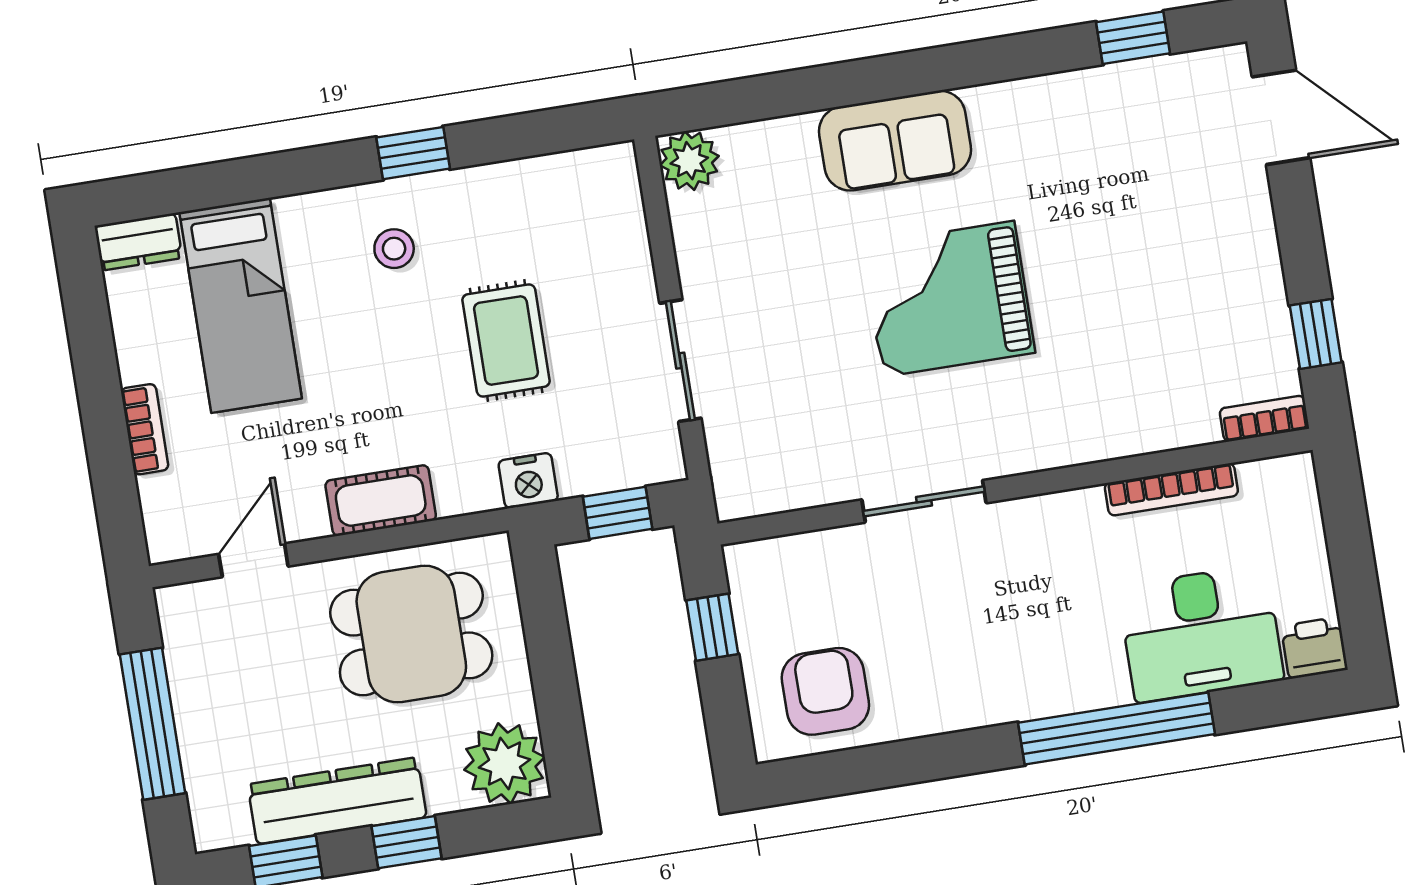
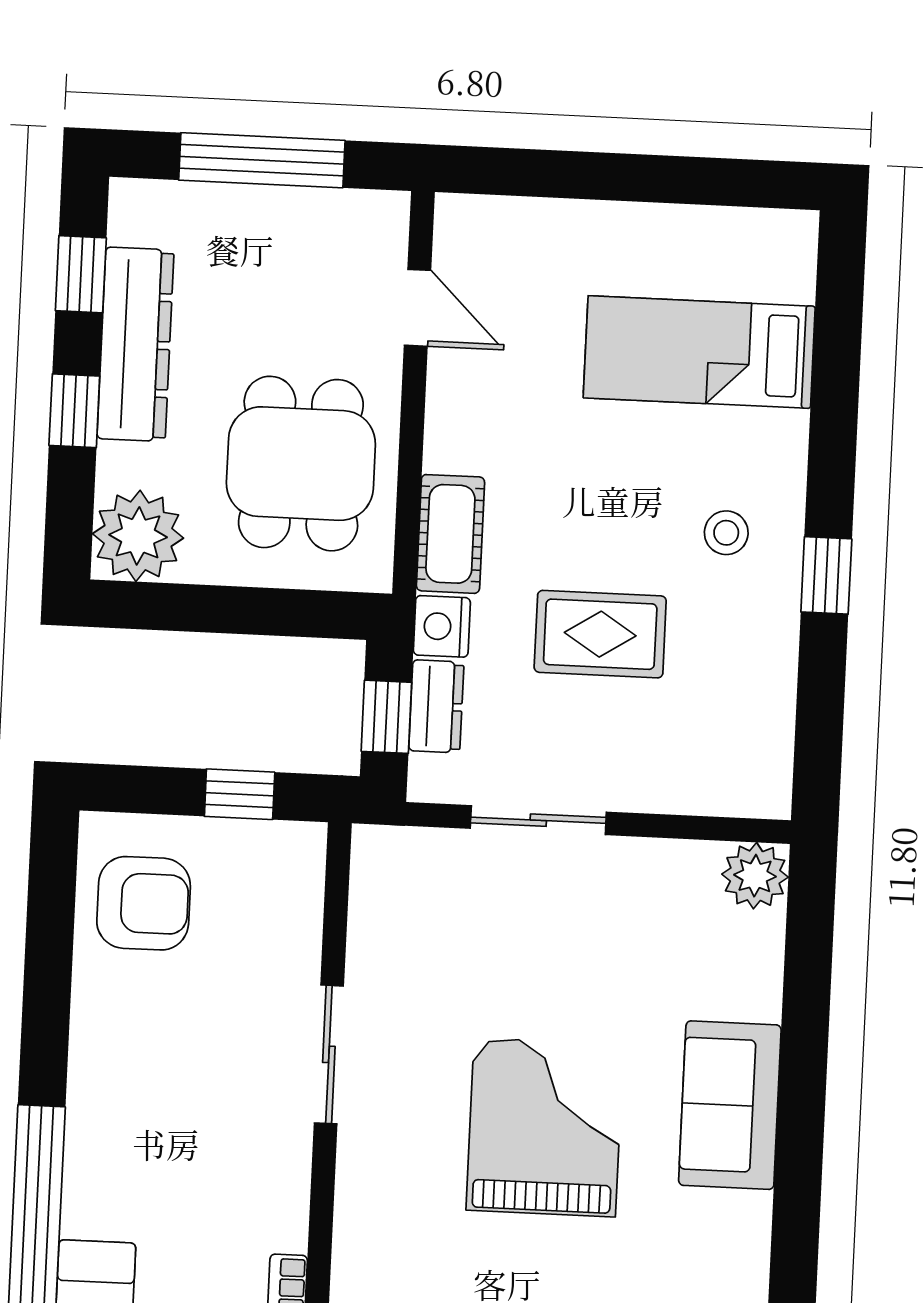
dresser: (138, 242) -> (436, 706), moved, turned 180
bookcase: (145, 429) -> (586, 219), removed
cot: (381, 501) -> (450, 534), moved

